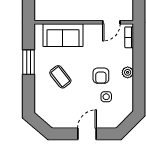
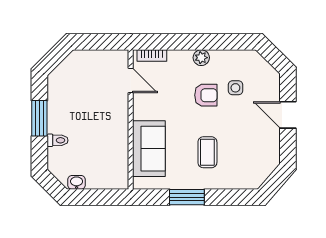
coffee table: (60, 77) -> (207, 152), turned -52

